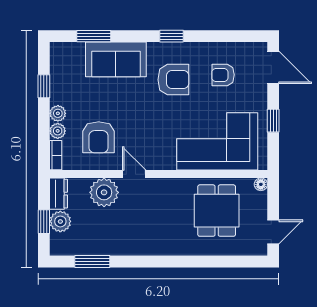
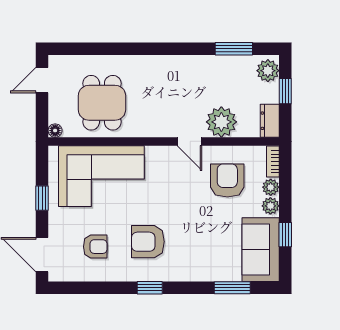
sofa: (116, 59) -> (261, 250), moved, turned -90
plant: (60, 221) -> (268, 71), moved

